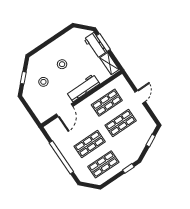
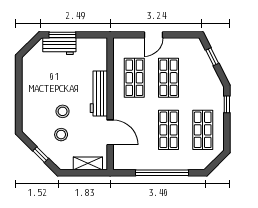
stool: (62, 64) -> (63, 111), moved
shelving: (109, 64) -> (88, 163), moved
door: (140, 97) -> (154, 35), swing flipped

